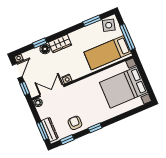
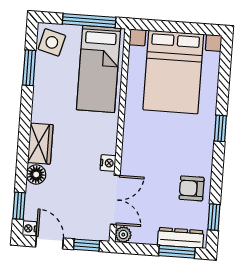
window: (40, 43) -> (19, 206), moved
double door: (52, 91) -> (115, 200), swing flipped
window: (95, 128) -> (220, 128), moved

